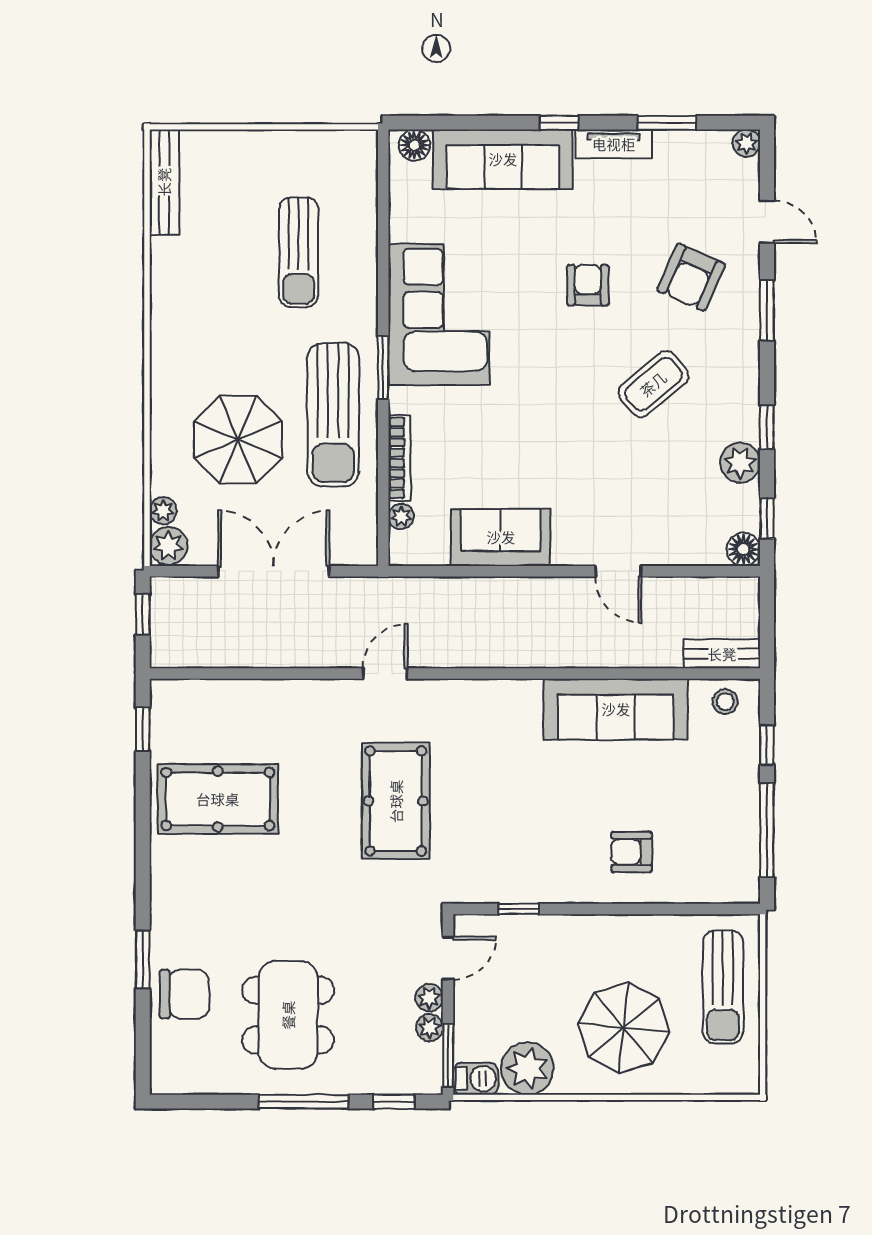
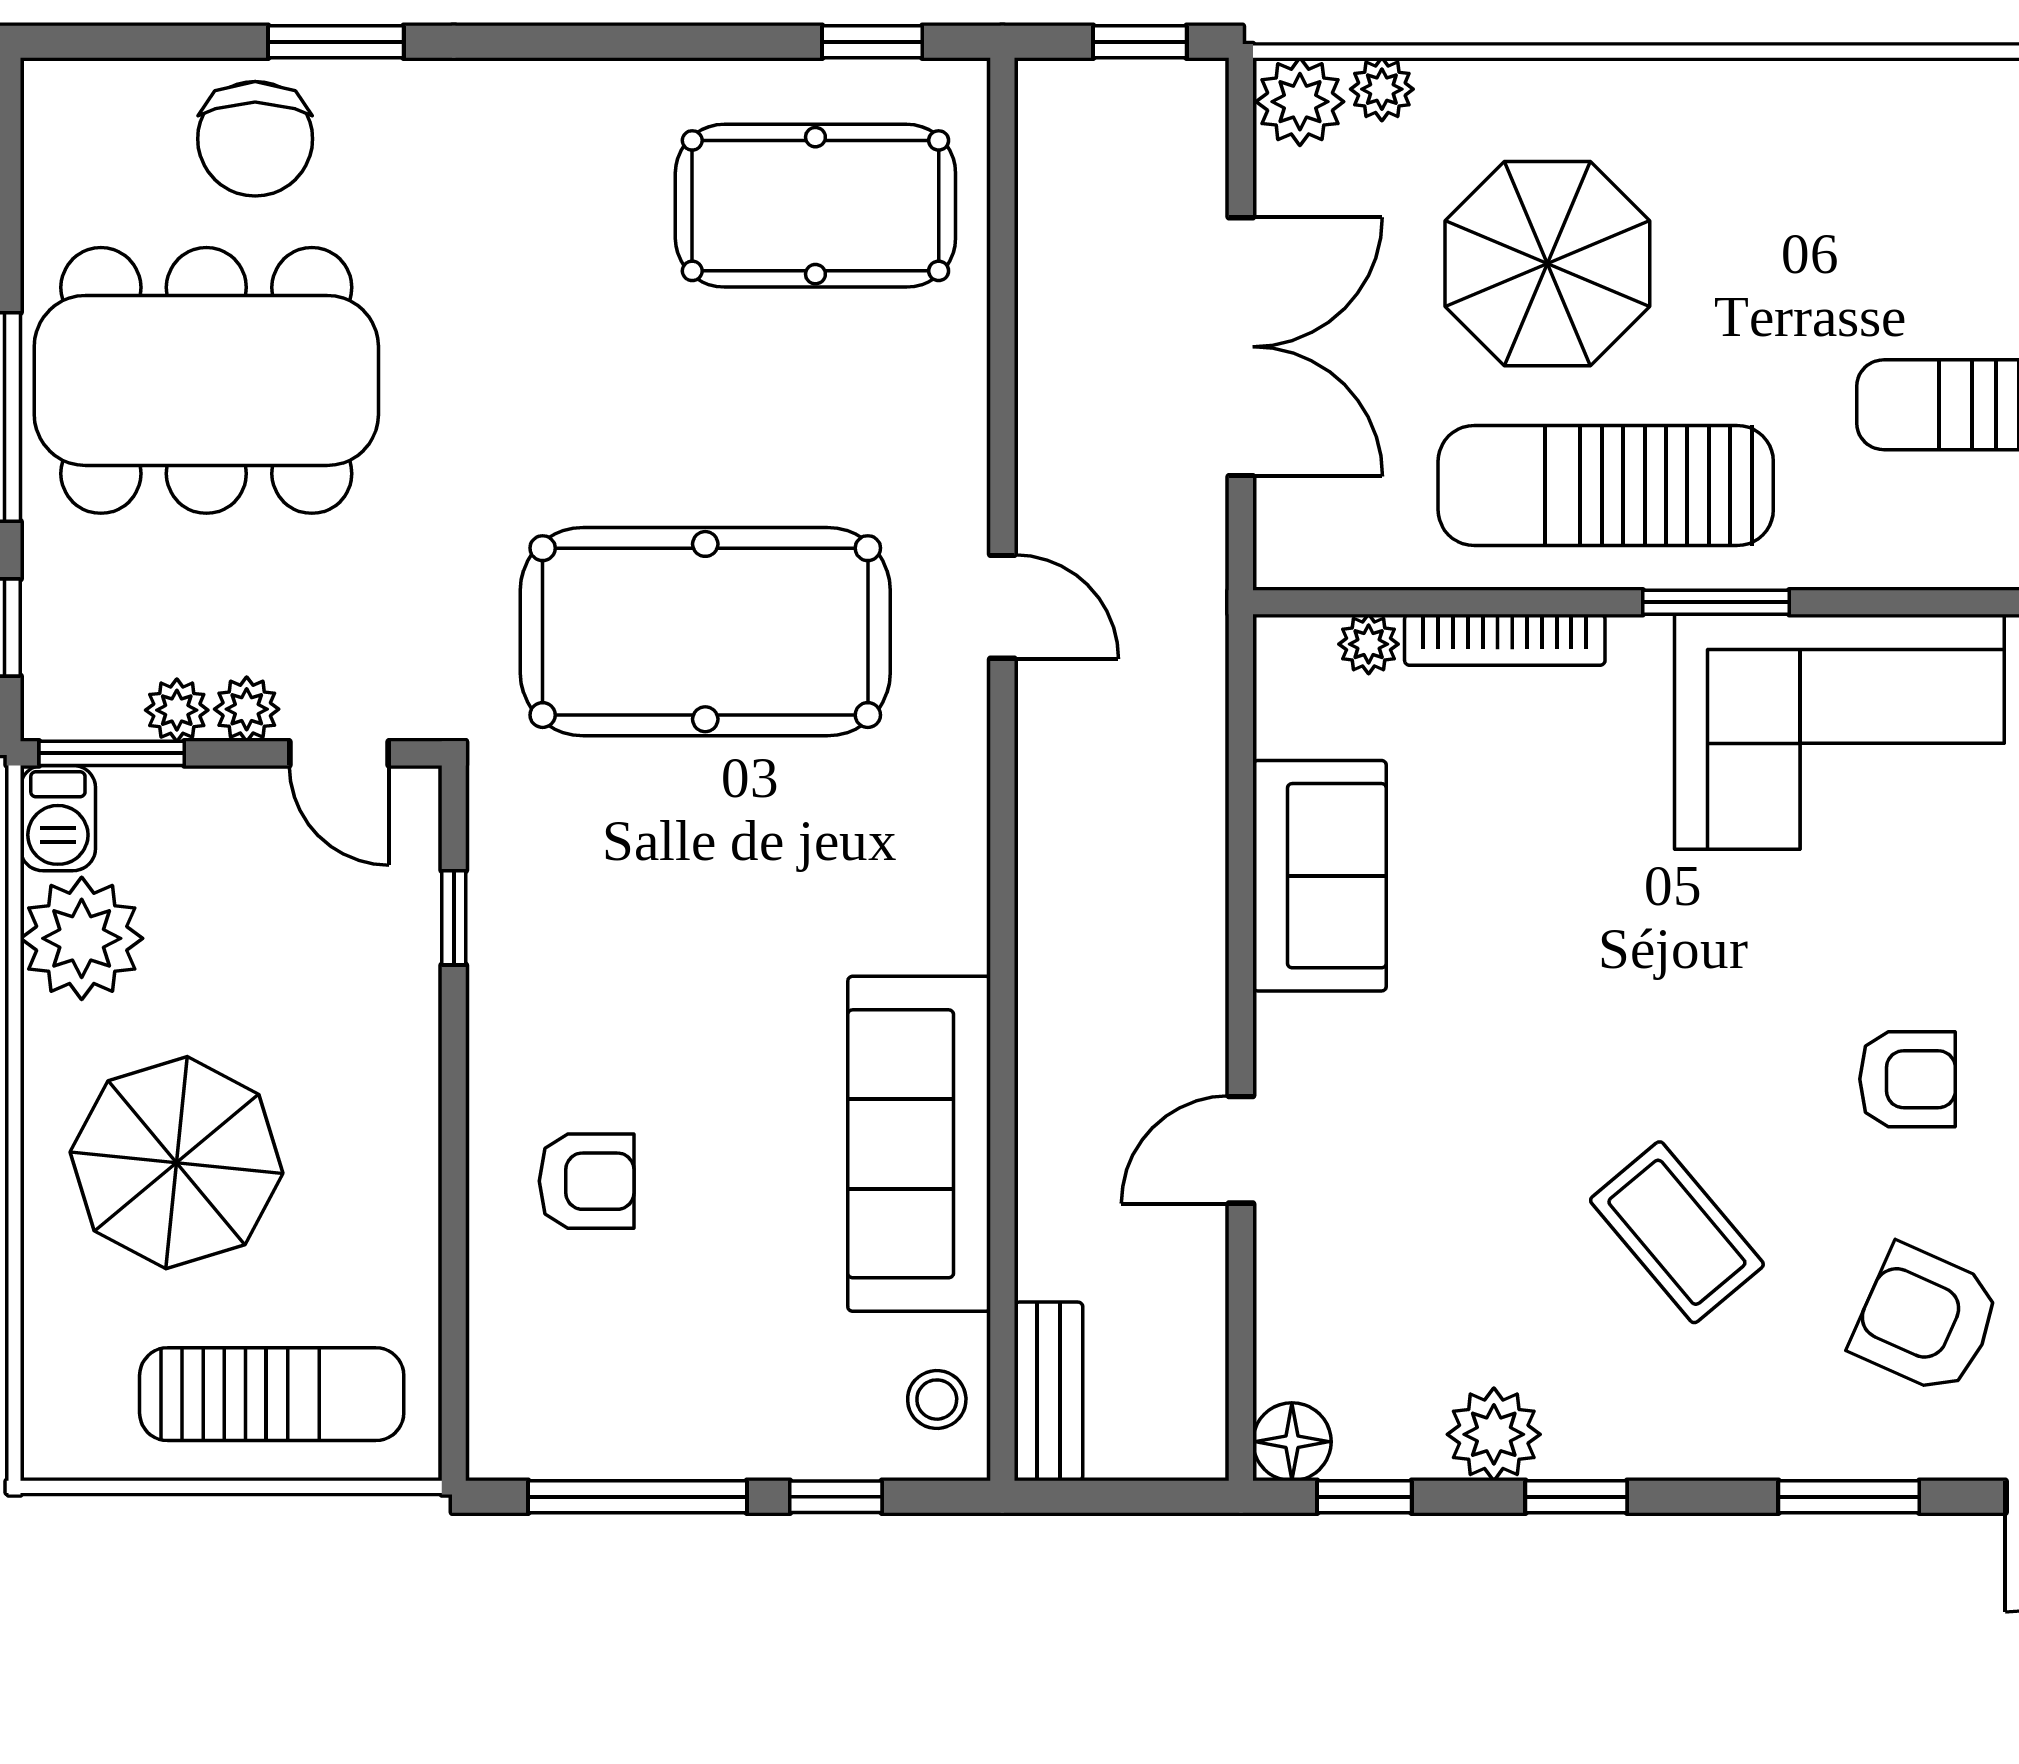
pool table: (218, 799) -> (815, 206), moved, turned 90
pool table: (396, 801) -> (705, 632), width x1.36, depth x1.32
armchair: (632, 852) -> (587, 1181), turned 90
sun lounger: (723, 987) -> (272, 1394), turned 180
dining table: (288, 1015) -> (206, 380), width x1.36, depth x1.24

